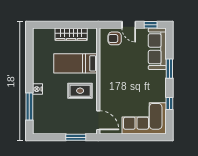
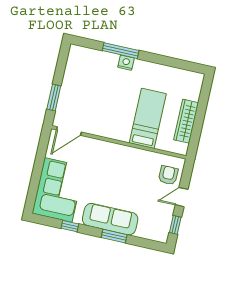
sofa: (157, 49) -> (110, 219), moved
rug: (80, 91) -> (112, 116), removed
window: (29, 106) -> (121, 51), moved

